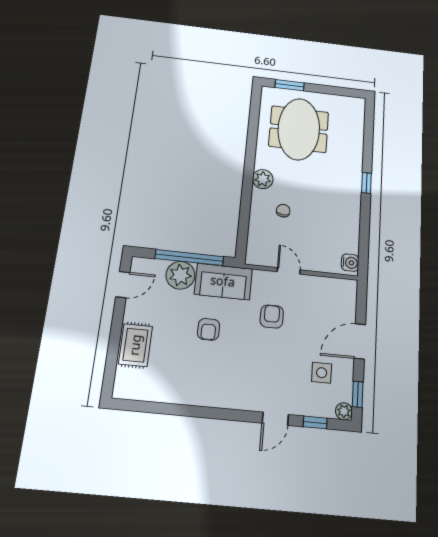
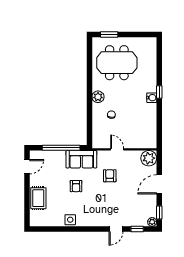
meeting table: (299, 129) -> (117, 63), turned 90
water cooler: (350, 263) -> (152, 98), moved
plant: (180, 275) -> (149, 158), moved
side table: (322, 373) -> (70, 220), moved

